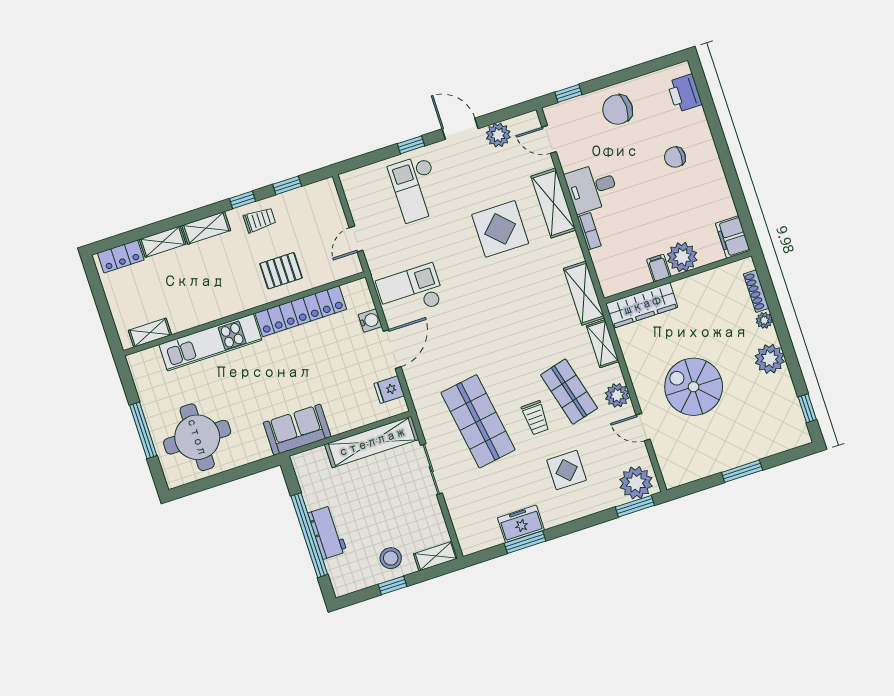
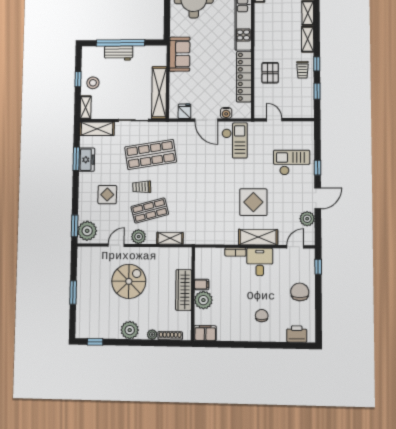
shelving: (584, 293) -> (97, 129), moved
wardrobe: (642, 305) -> (184, 290), moved

